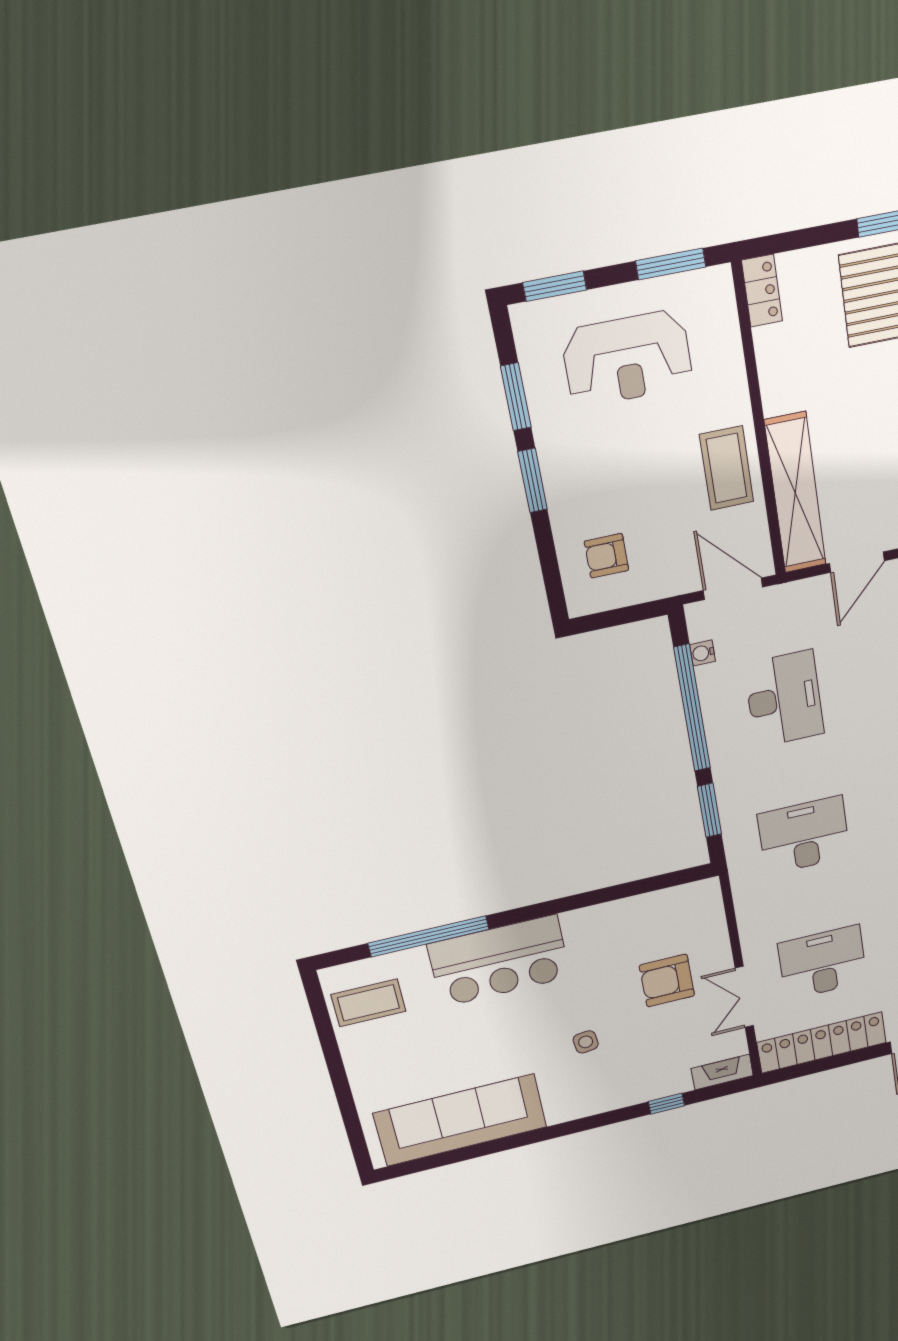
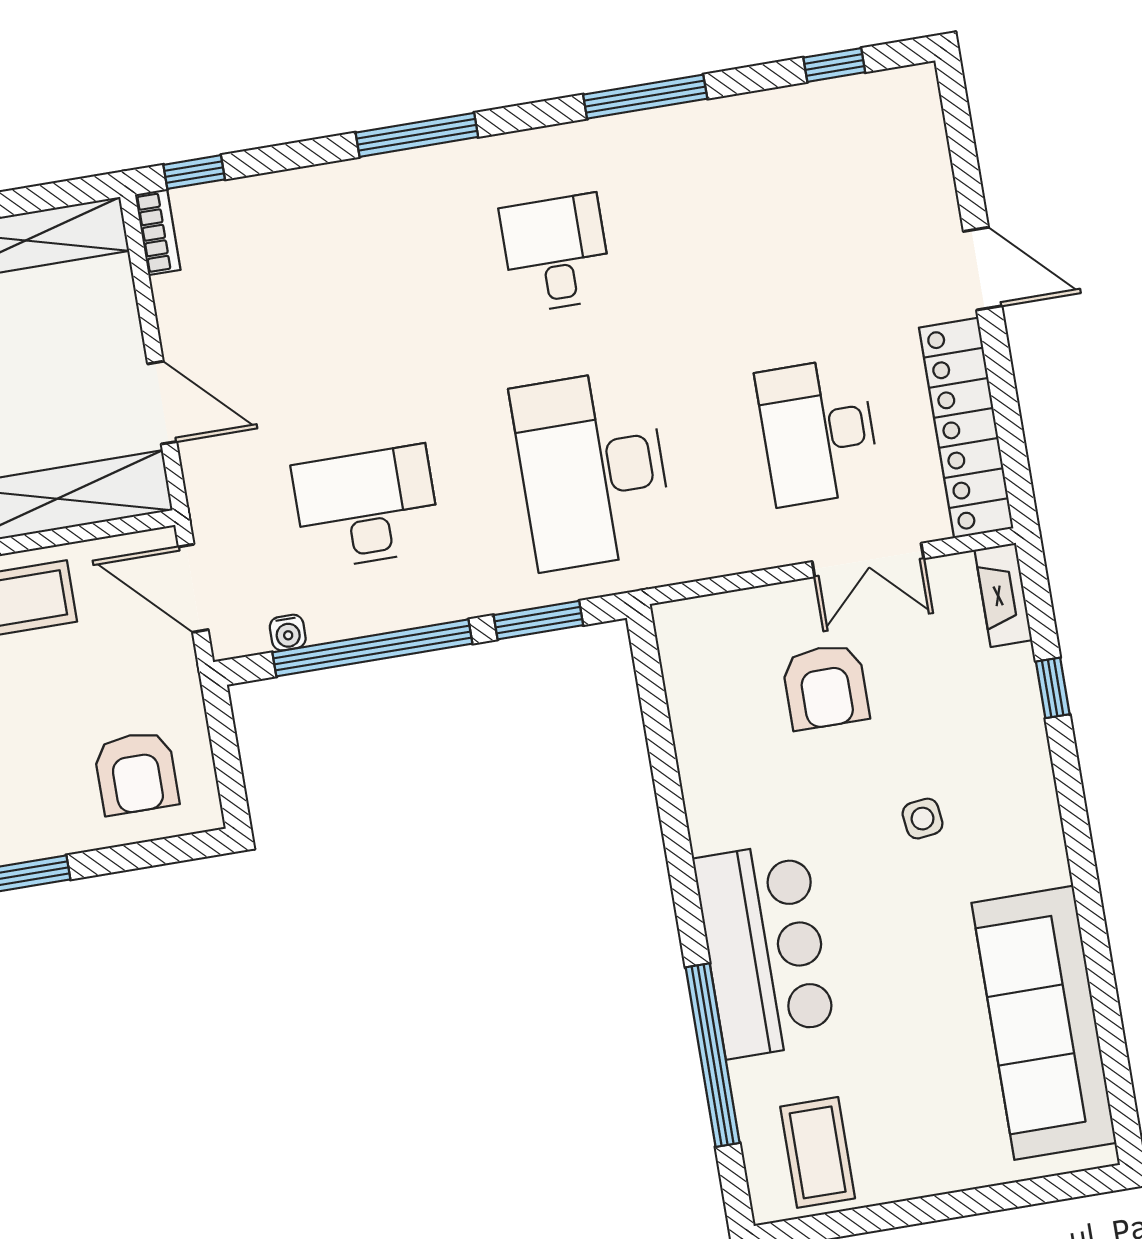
armchair: (607, 556) -> (136, 773), width x1.38, depth x1.38
door: (733, 589) -> (193, 588), hinge flipped
desk: (804, 835) -> (592, 469), width x1.36, depth x1.30

